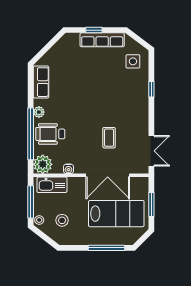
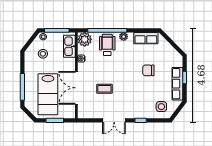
chair: (84, 79) -> (148, 70), added
double door: (151, 151) -> (114, 120), moved

